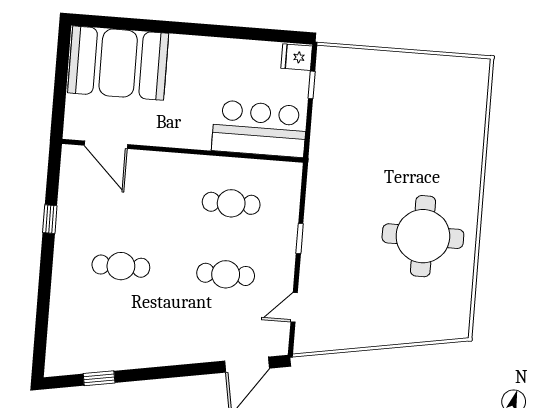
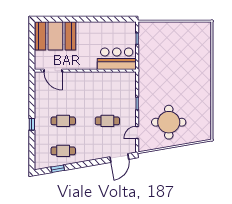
fridge: (297, 57) -> (130, 28), removed
cafe table: (231, 203) -> (63, 151), moved
window: (50, 219) -> (32, 124), moved
round table: (423, 236) -> (169, 122), moved

